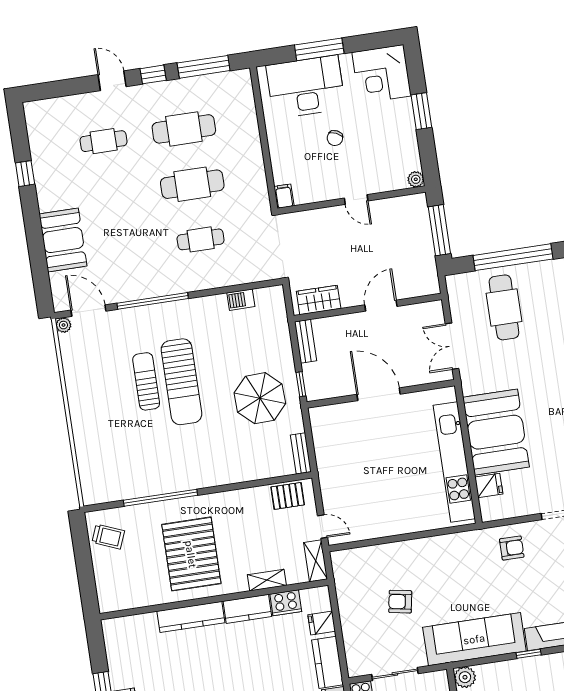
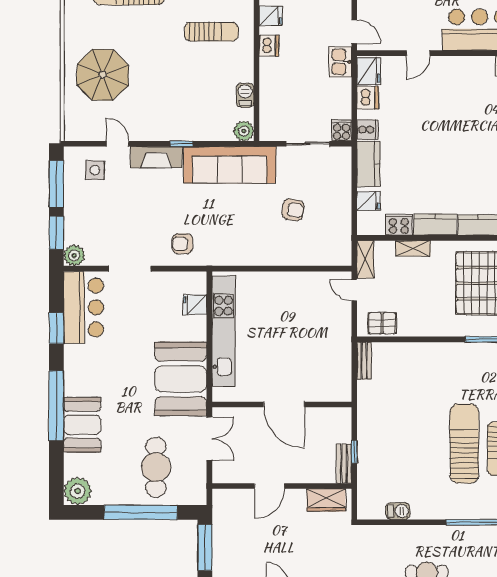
window: (301, 384) -> (354, 452), moved
parasol: (260, 398) -> (394, 417), removed
booth: (496, 432) -> (181, 379), moved

